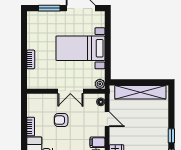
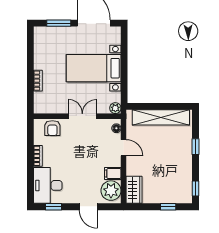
double door: (70, 91) -> (82, 116), swing flipped
armchair: (61, 120) -> (52, 128), moved, turned -90
window: (171, 136) -> (195, 147), moved

